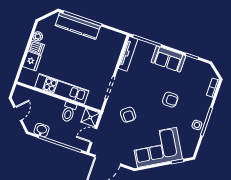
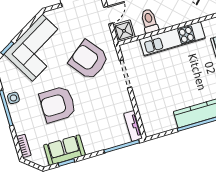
tv unit: (128, 54) -> (133, 126), width x0.71
sofa: (168, 59) -> (64, 150), moved
armchair: (170, 100) -> (58, 104), width x1.88, depth x1.88
armchair: (128, 115) -> (89, 60), width x1.88, depth x1.88

